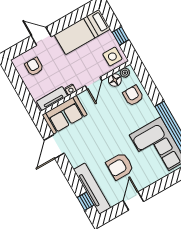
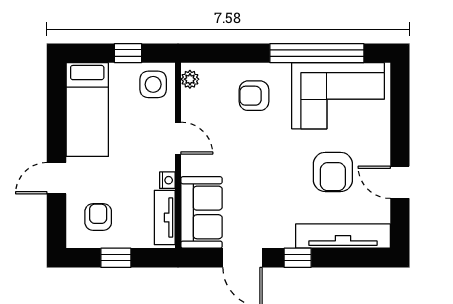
armchair: (34, 67) -> (98, 217), turned 90
floor lamp: (115, 80) -> (192, 102), removed
window: (20, 86) -> (116, 258), added
armchair: (133, 96) -> (254, 96), moved
window: (86, 201) -> (298, 258), moved

